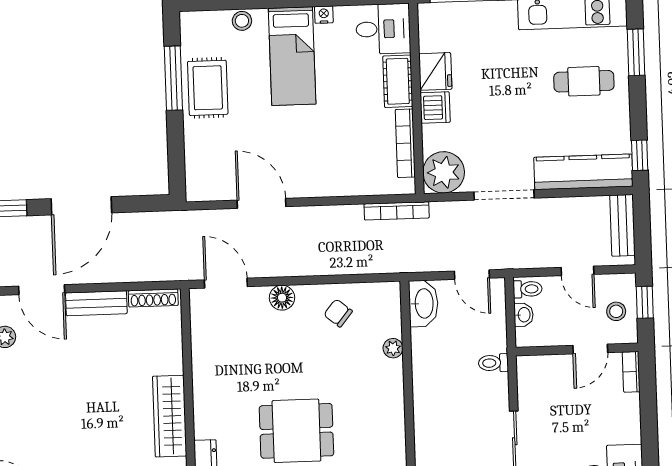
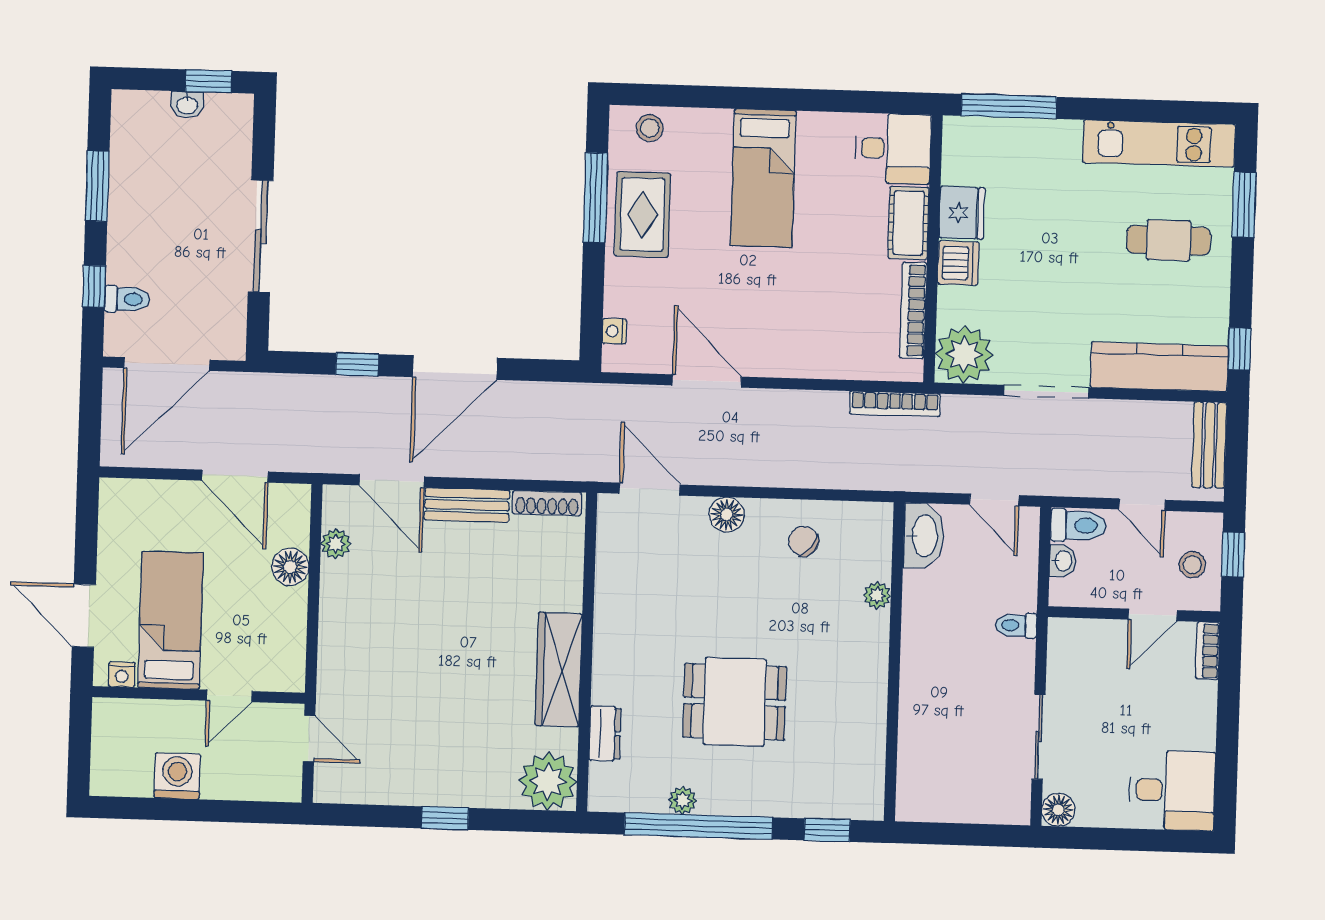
nightstand: (324, 15) -> (614, 331), moved, turned -90
stool: (242, 21) -> (650, 128), moved
toilet: (528, 289) -> (1078, 526), width x1.37, depth x1.39

